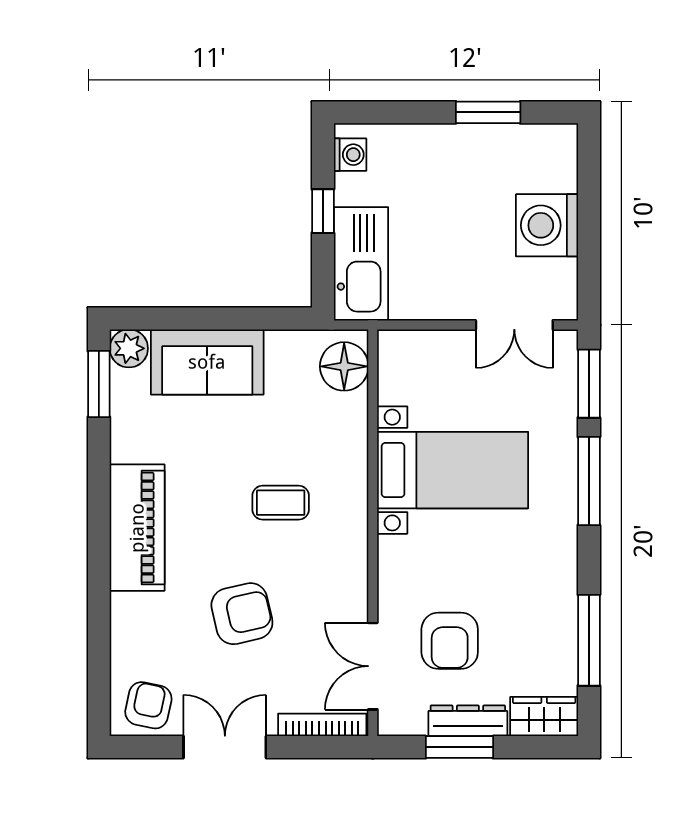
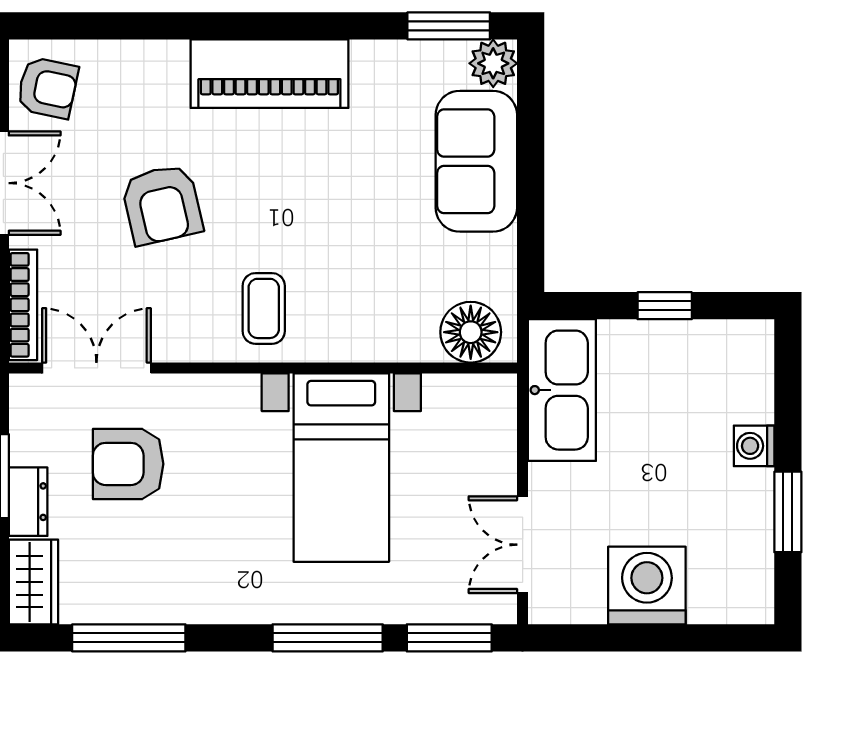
washing machine: (350, 155) -> (754, 446), moved, turned 90
kitchen sink: (361, 264) -> (562, 390), moved, turned -90
coffee table: (281, 503) -> (264, 308), moved
dresser: (468, 721) -> (28, 502), width x0.70

